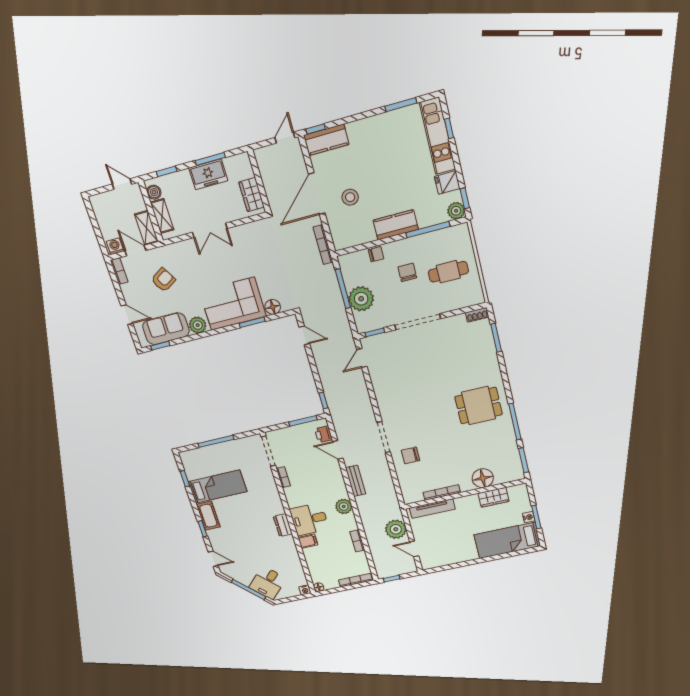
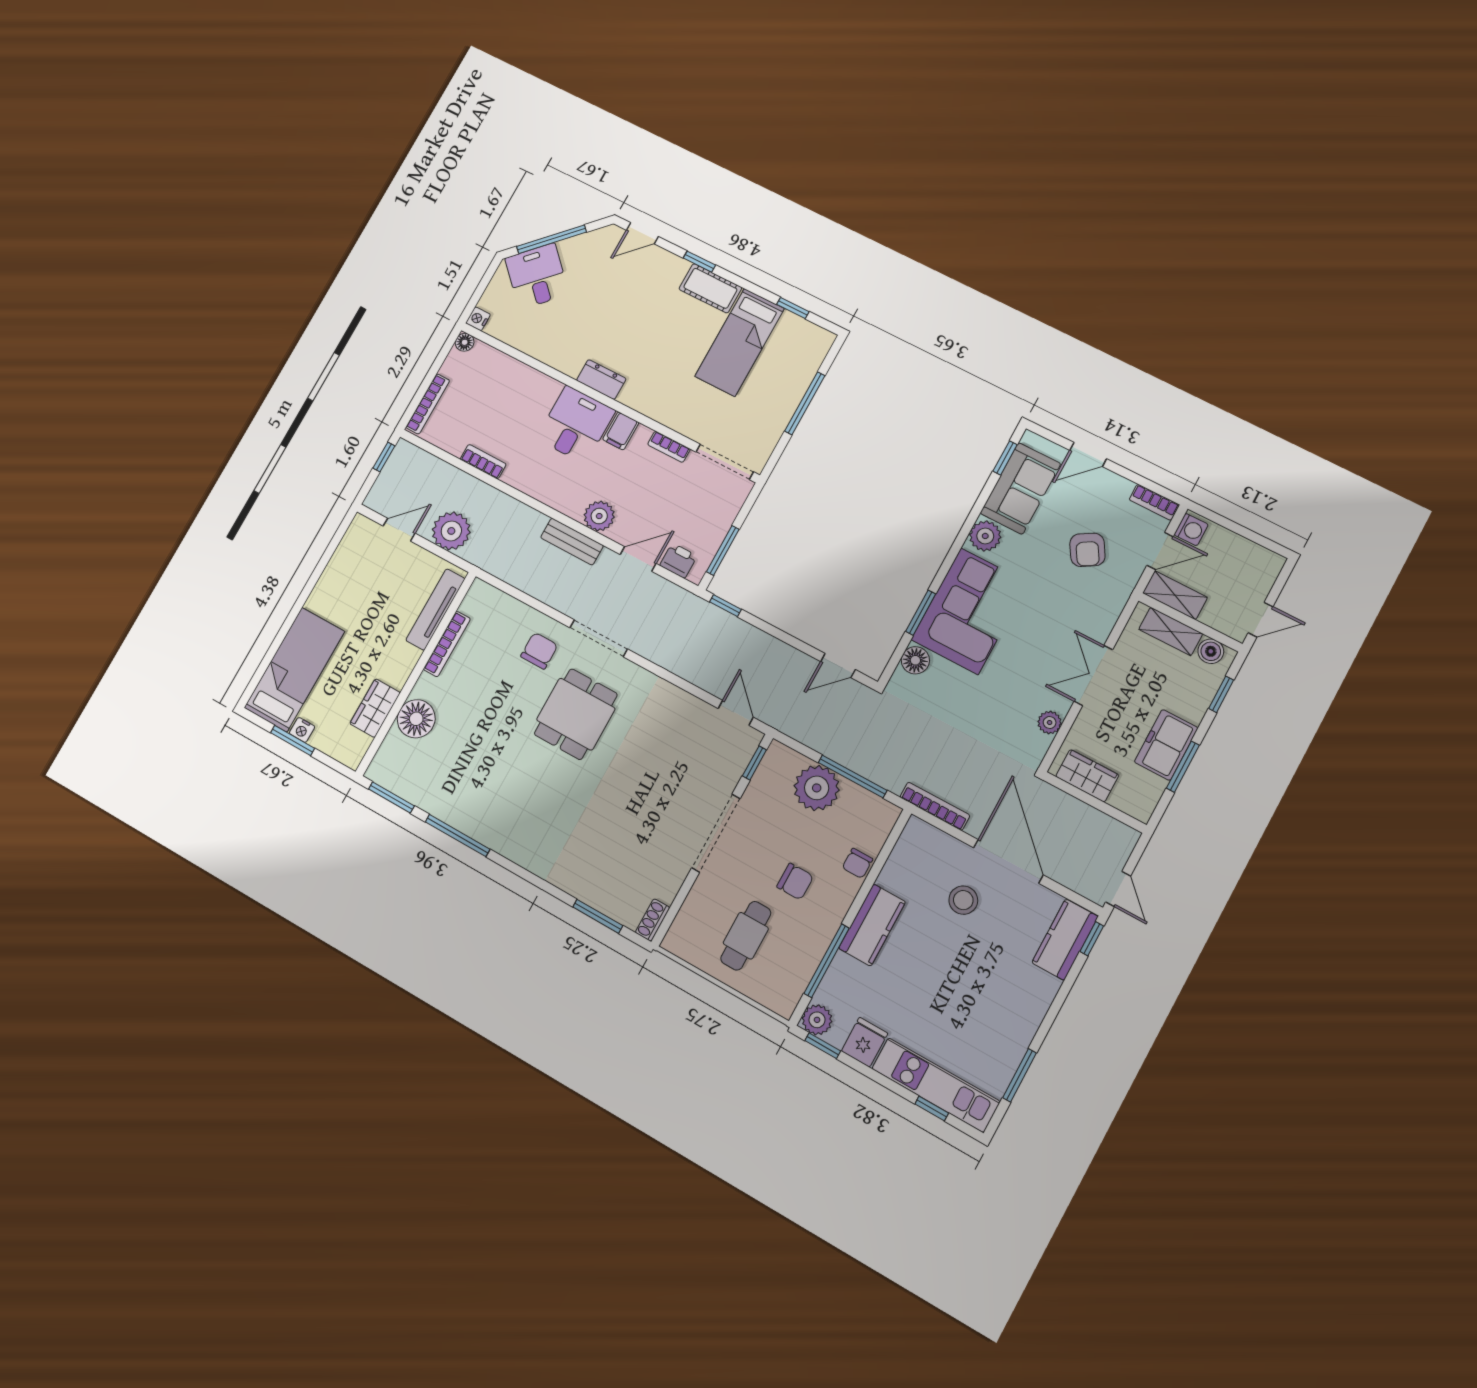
plant: (245, 230) -> (1050, 723), added
dining table: (479, 406) -> (576, 714), moved
plant: (344, 506) -> (599, 516), moved
filing cabinet: (308, 541) -> (621, 431), moved

